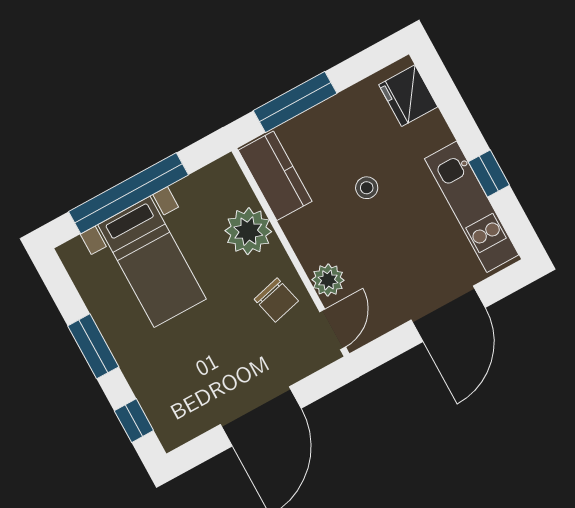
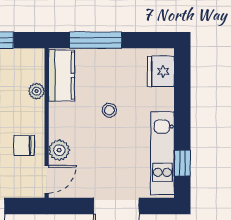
window: (489, 174) -> (182, 163), moved
plant: (248, 231) -> (37, 91), width x0.53, depth x0.53
chair: (276, 300) -> (24, 146), turned 104

